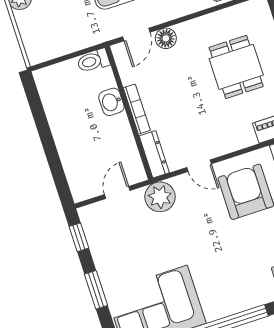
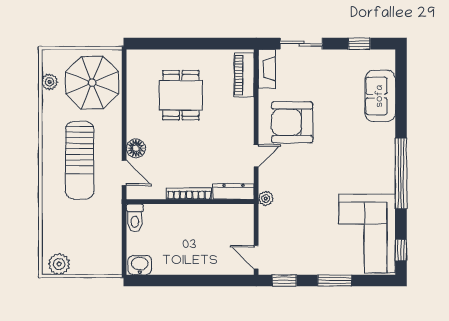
dining table: (236, 67) -> (181, 95), turned 90
washbasin: (111, 102) -> (140, 265), moved, turned 180
door: (117, 192) -> (256, 257), moved
plant: (160, 197) -> (266, 198), width x0.53, depth x0.53

